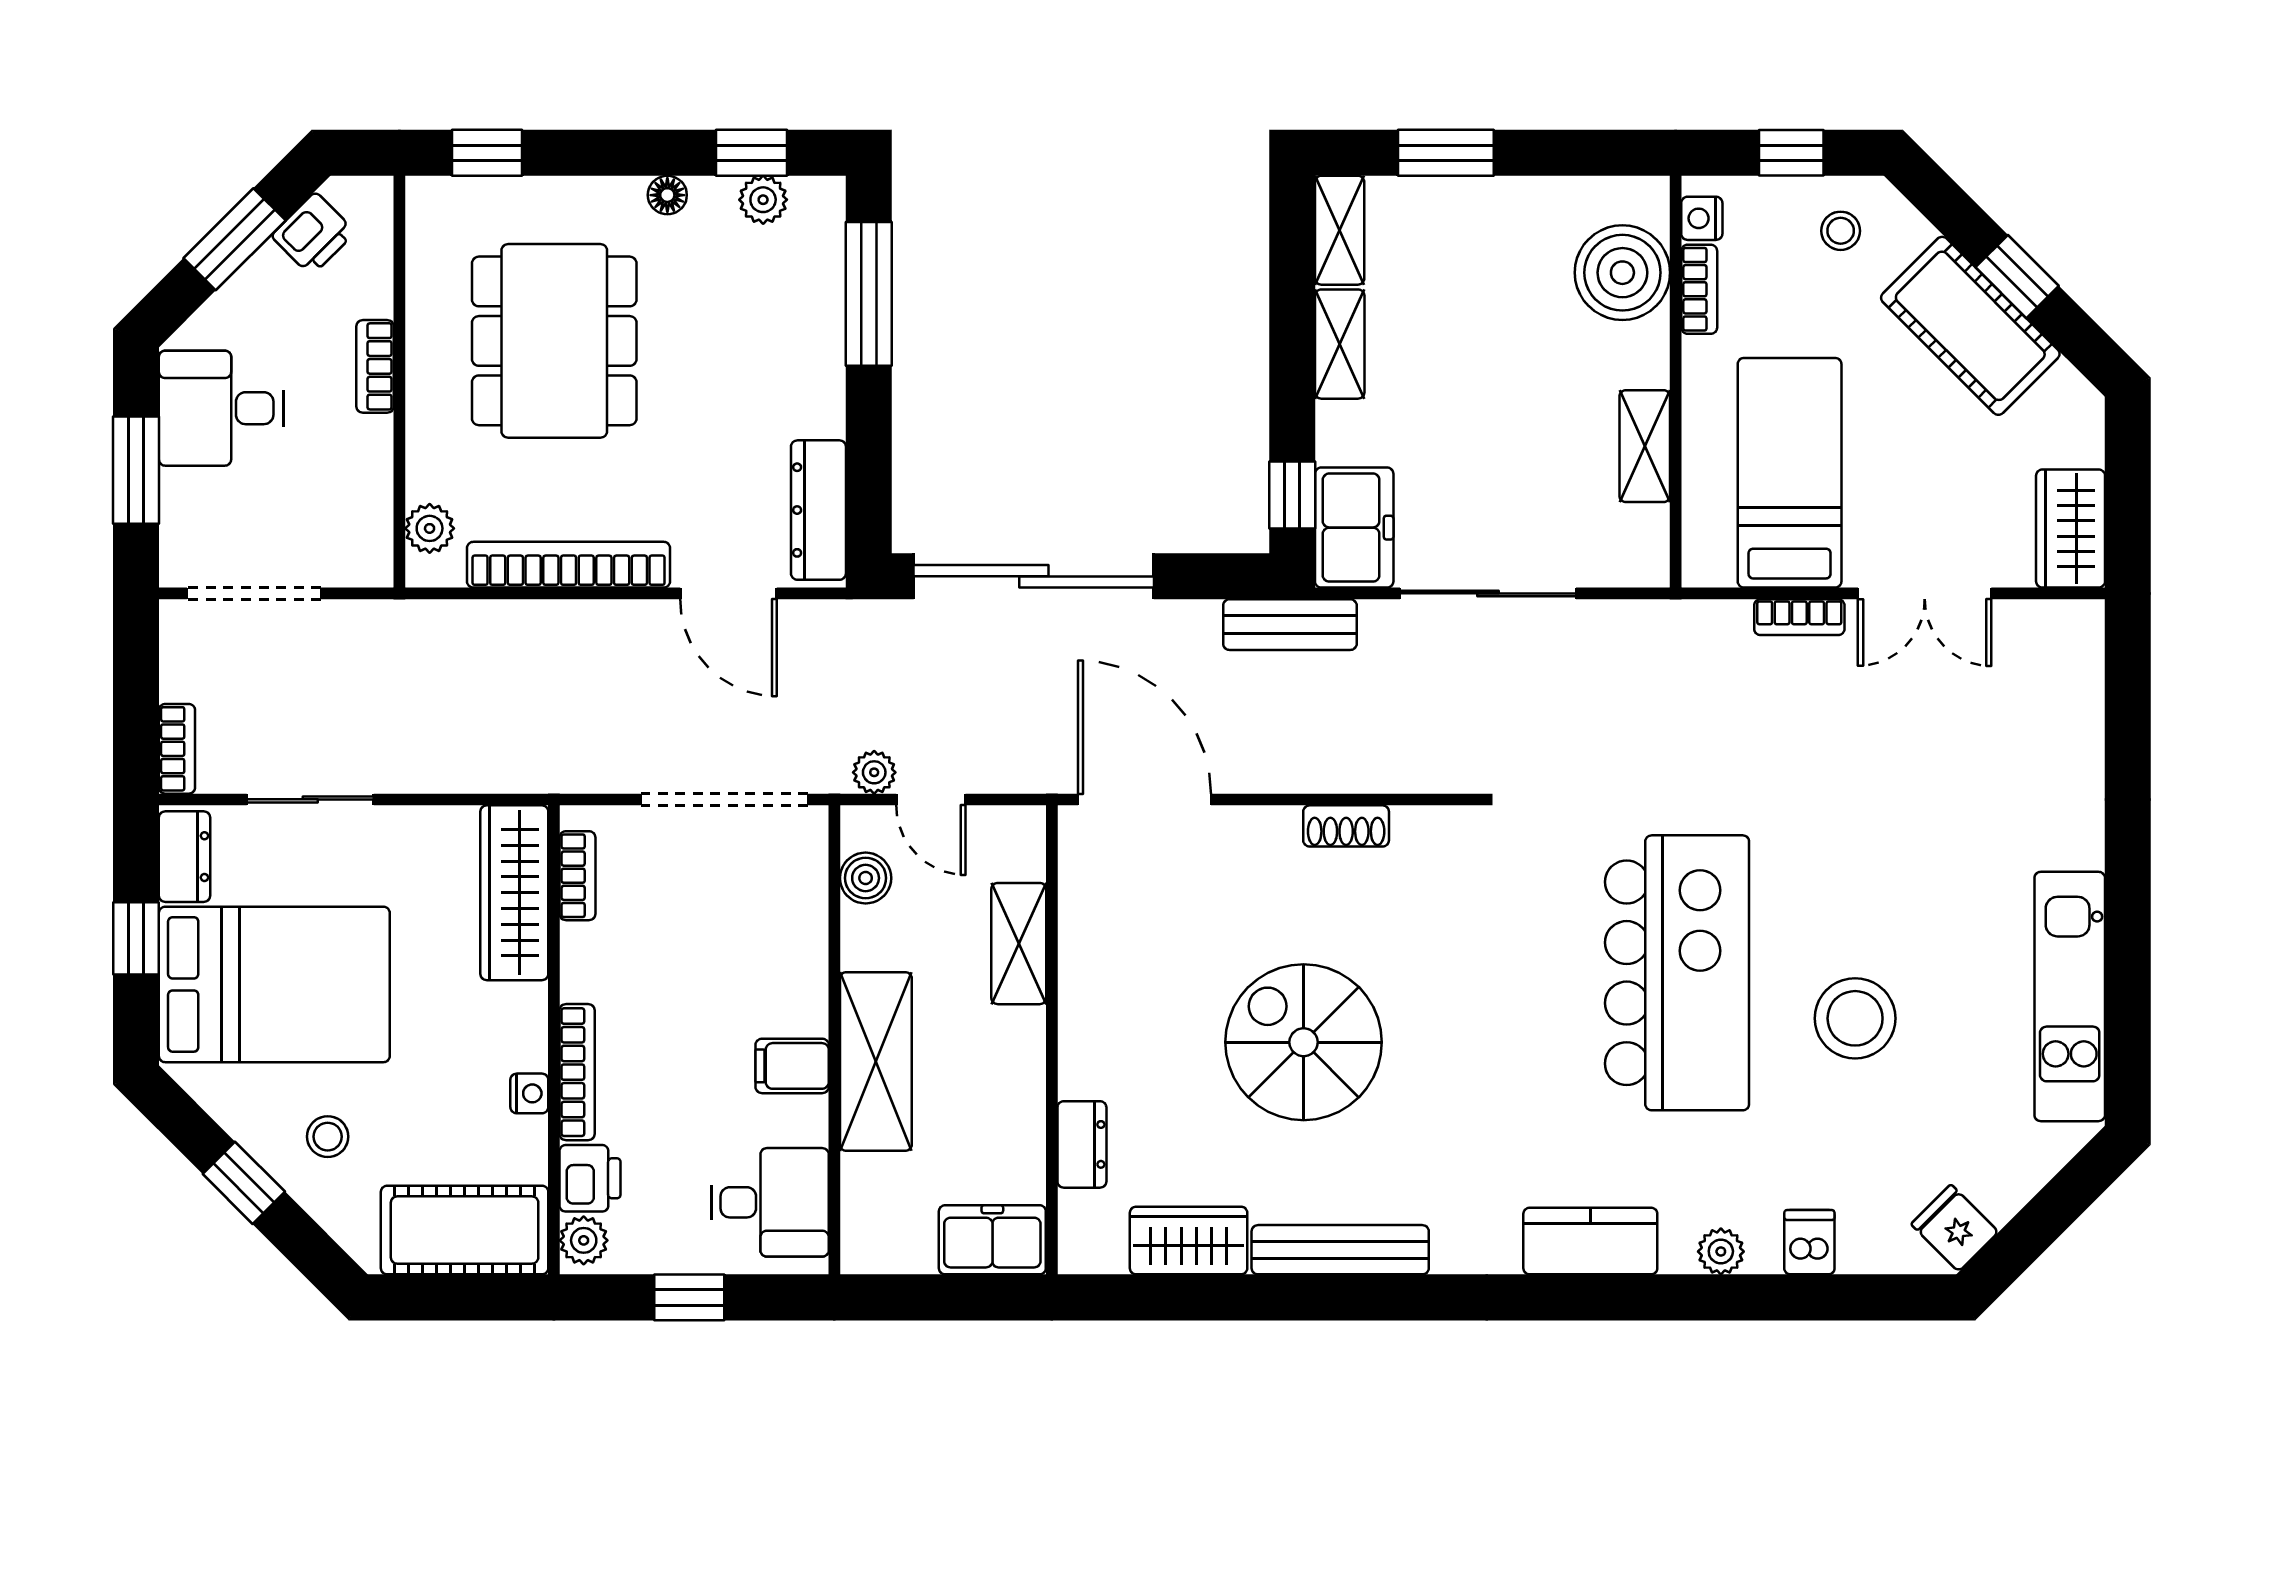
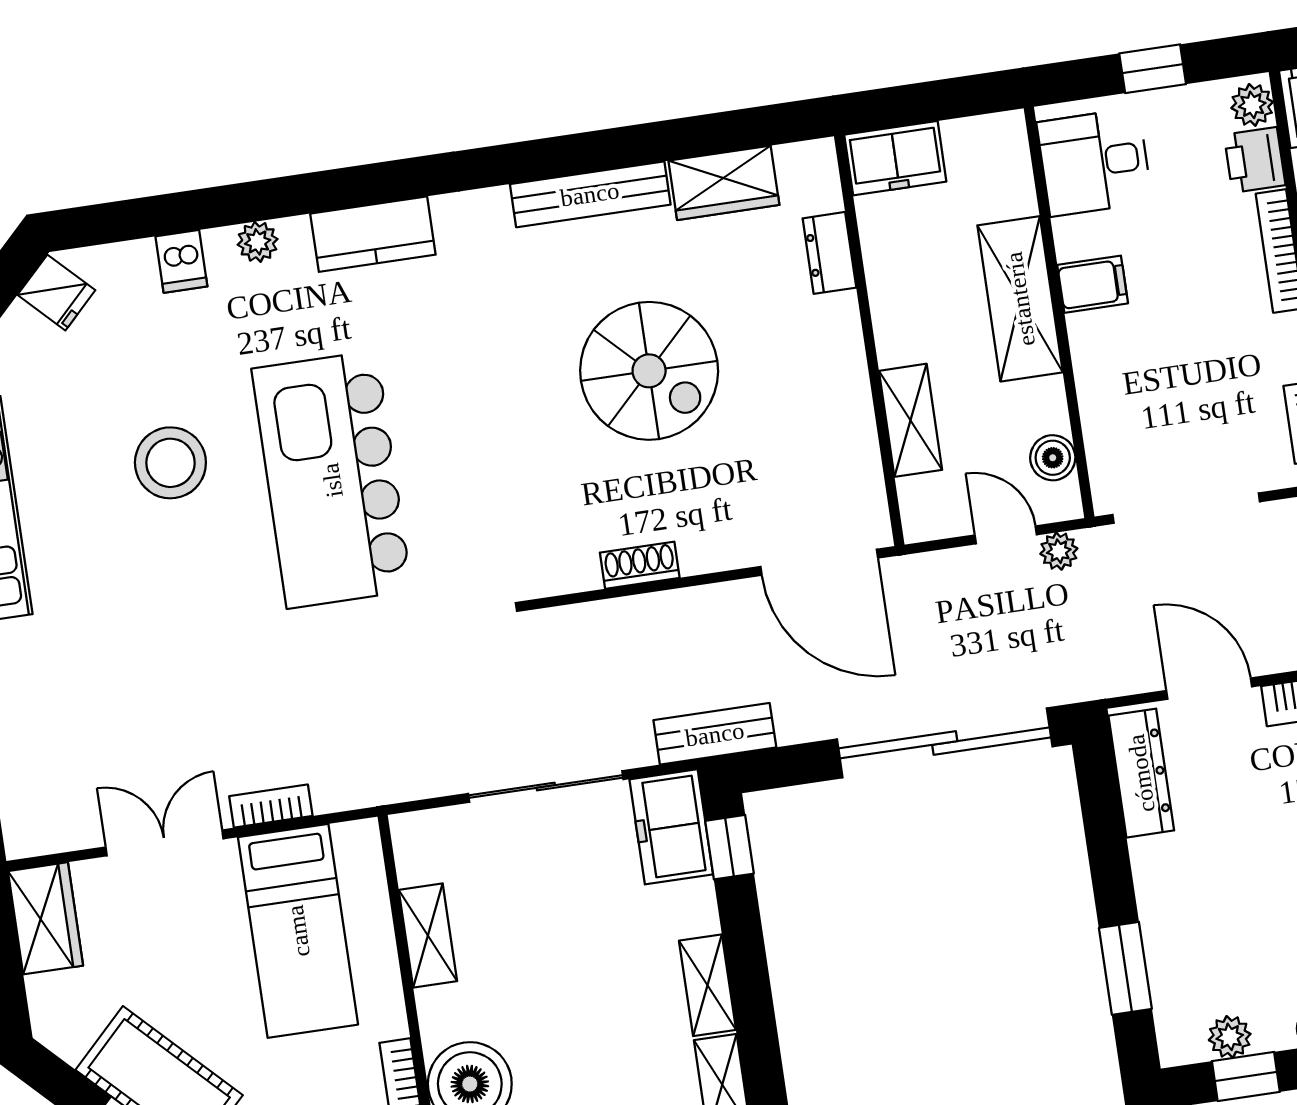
window: (869, 294) -> (1125, 968), width x0.69

